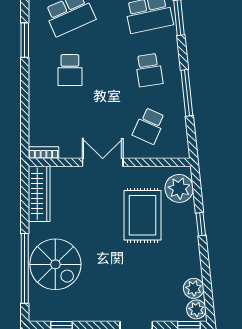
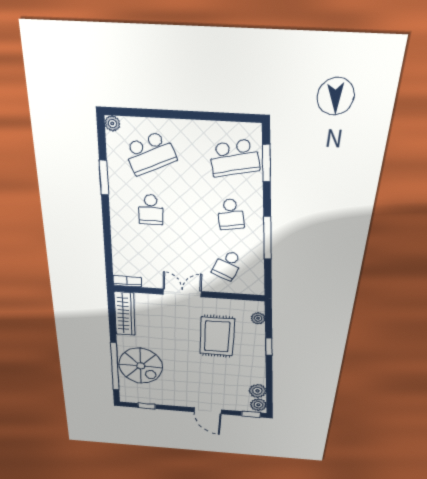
plant: (179, 188) -> (258, 318), width x0.53, depth x0.53

